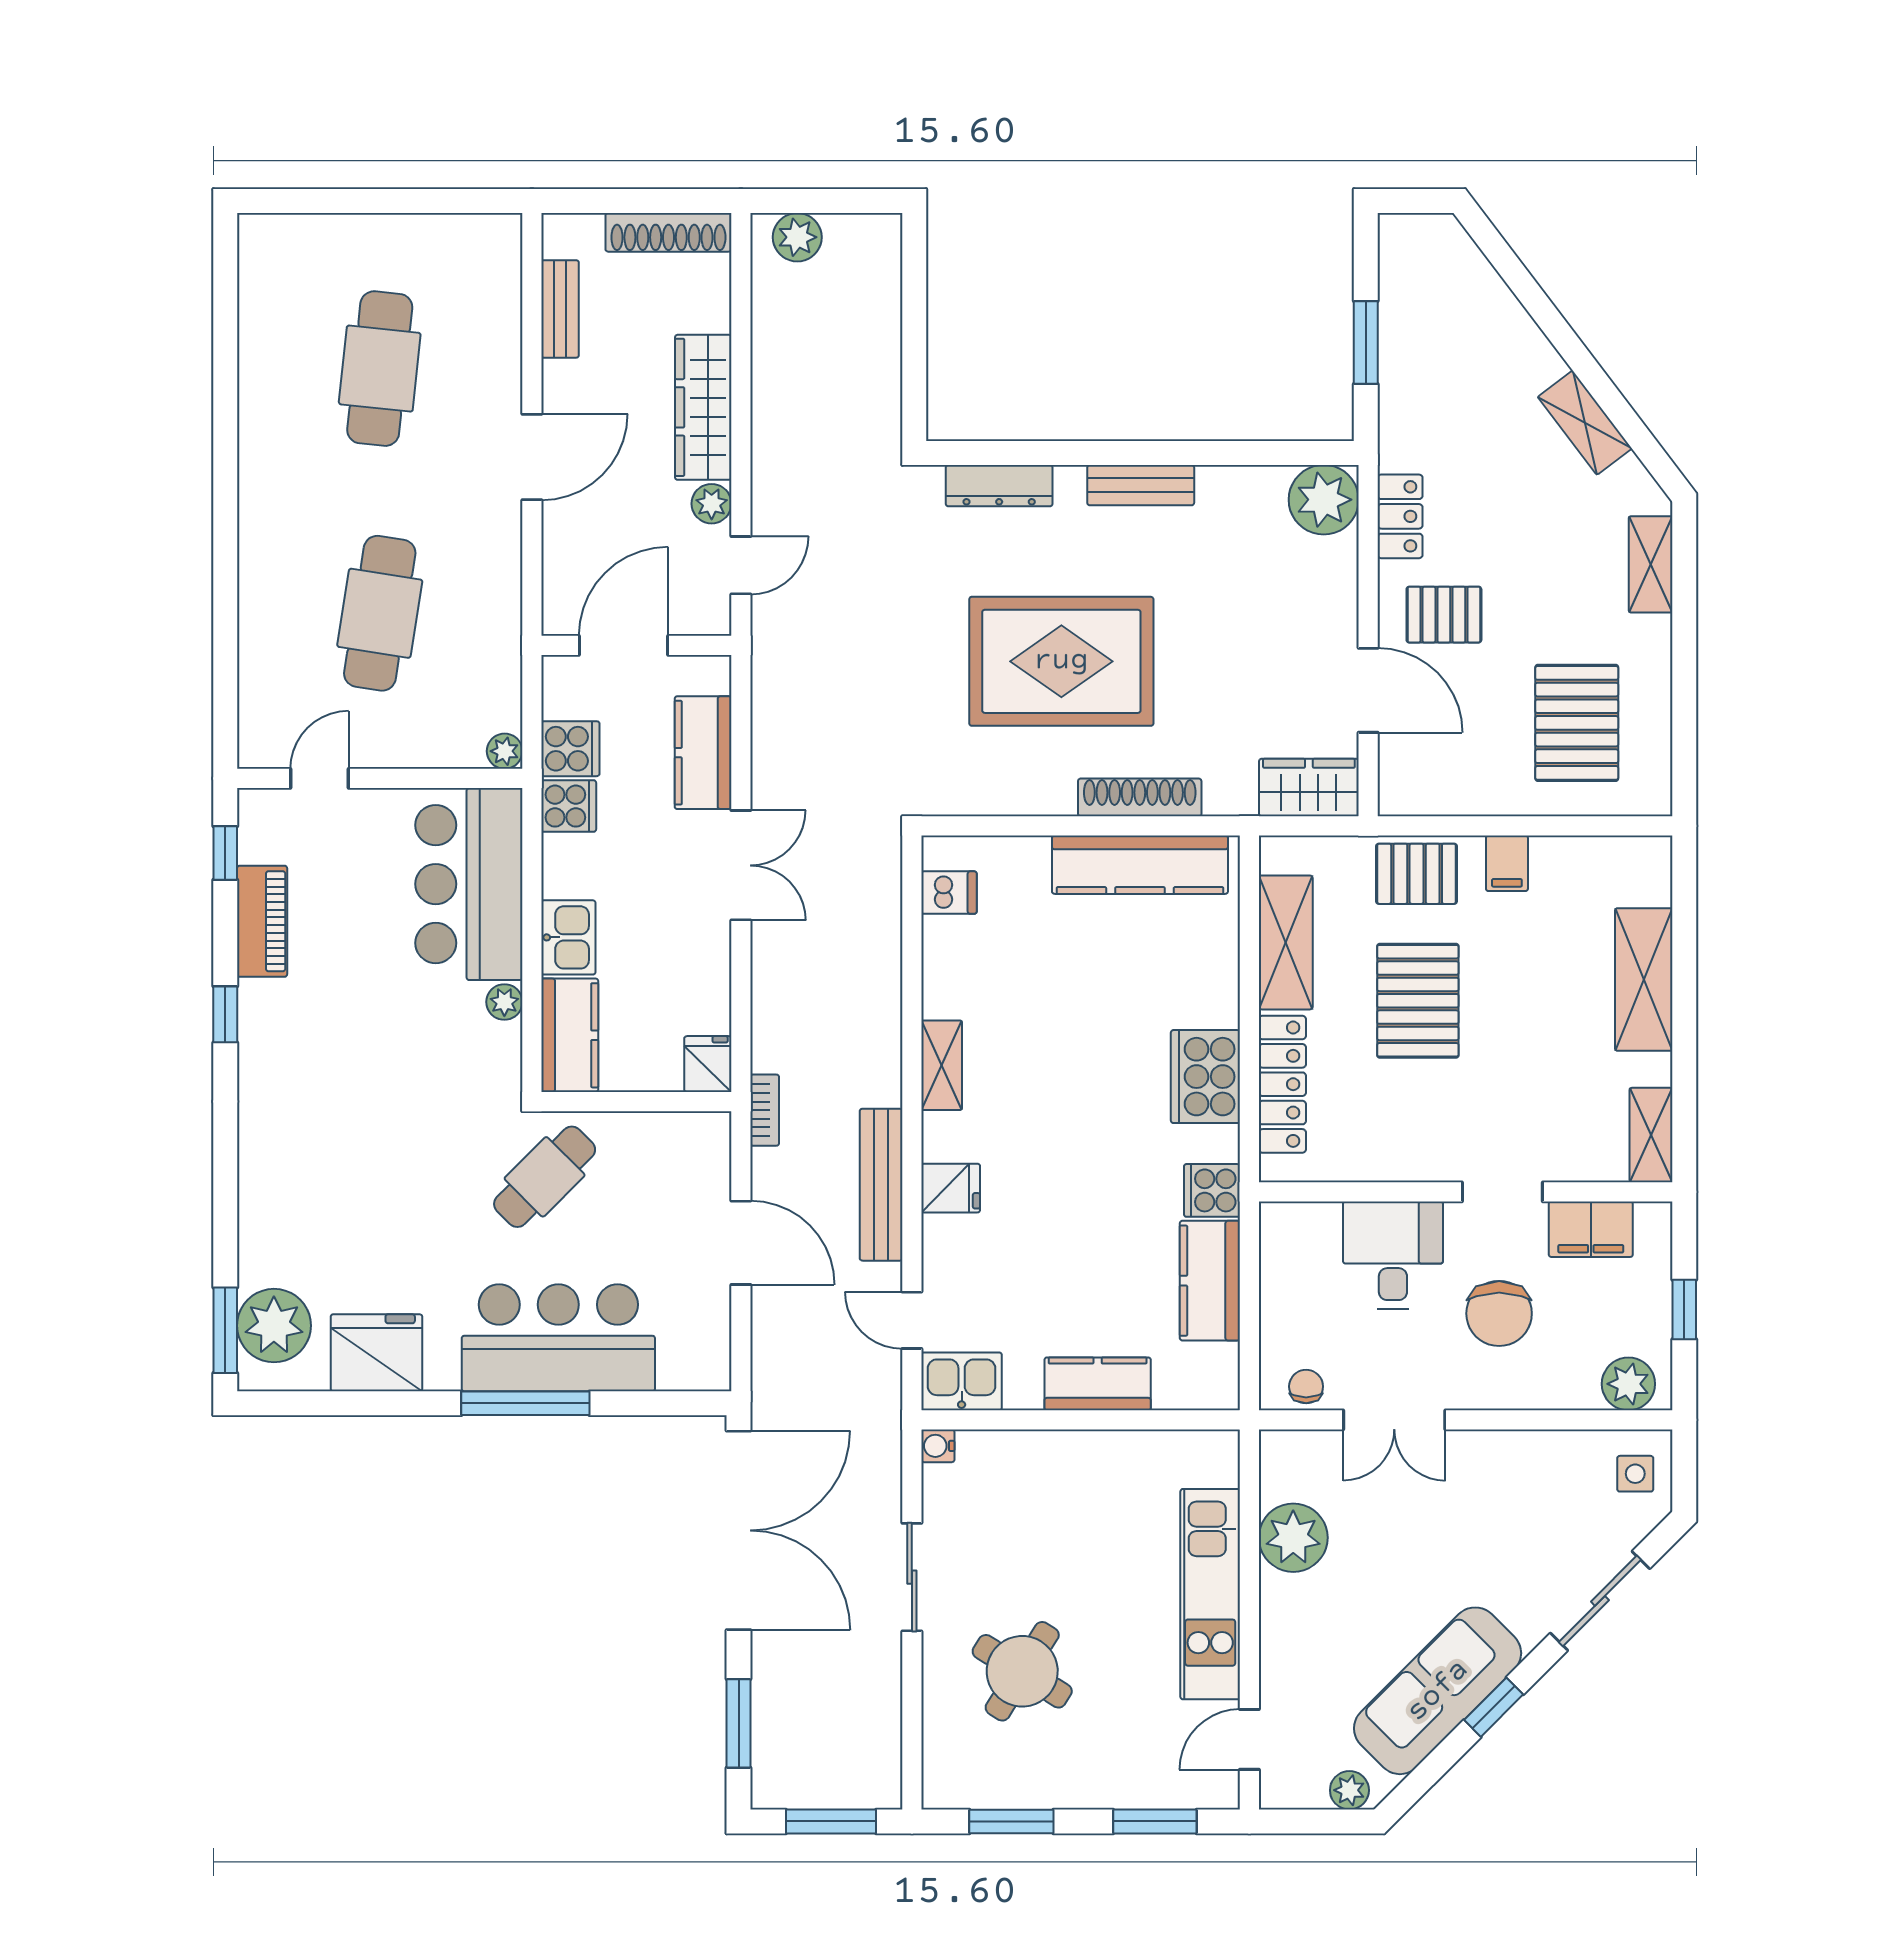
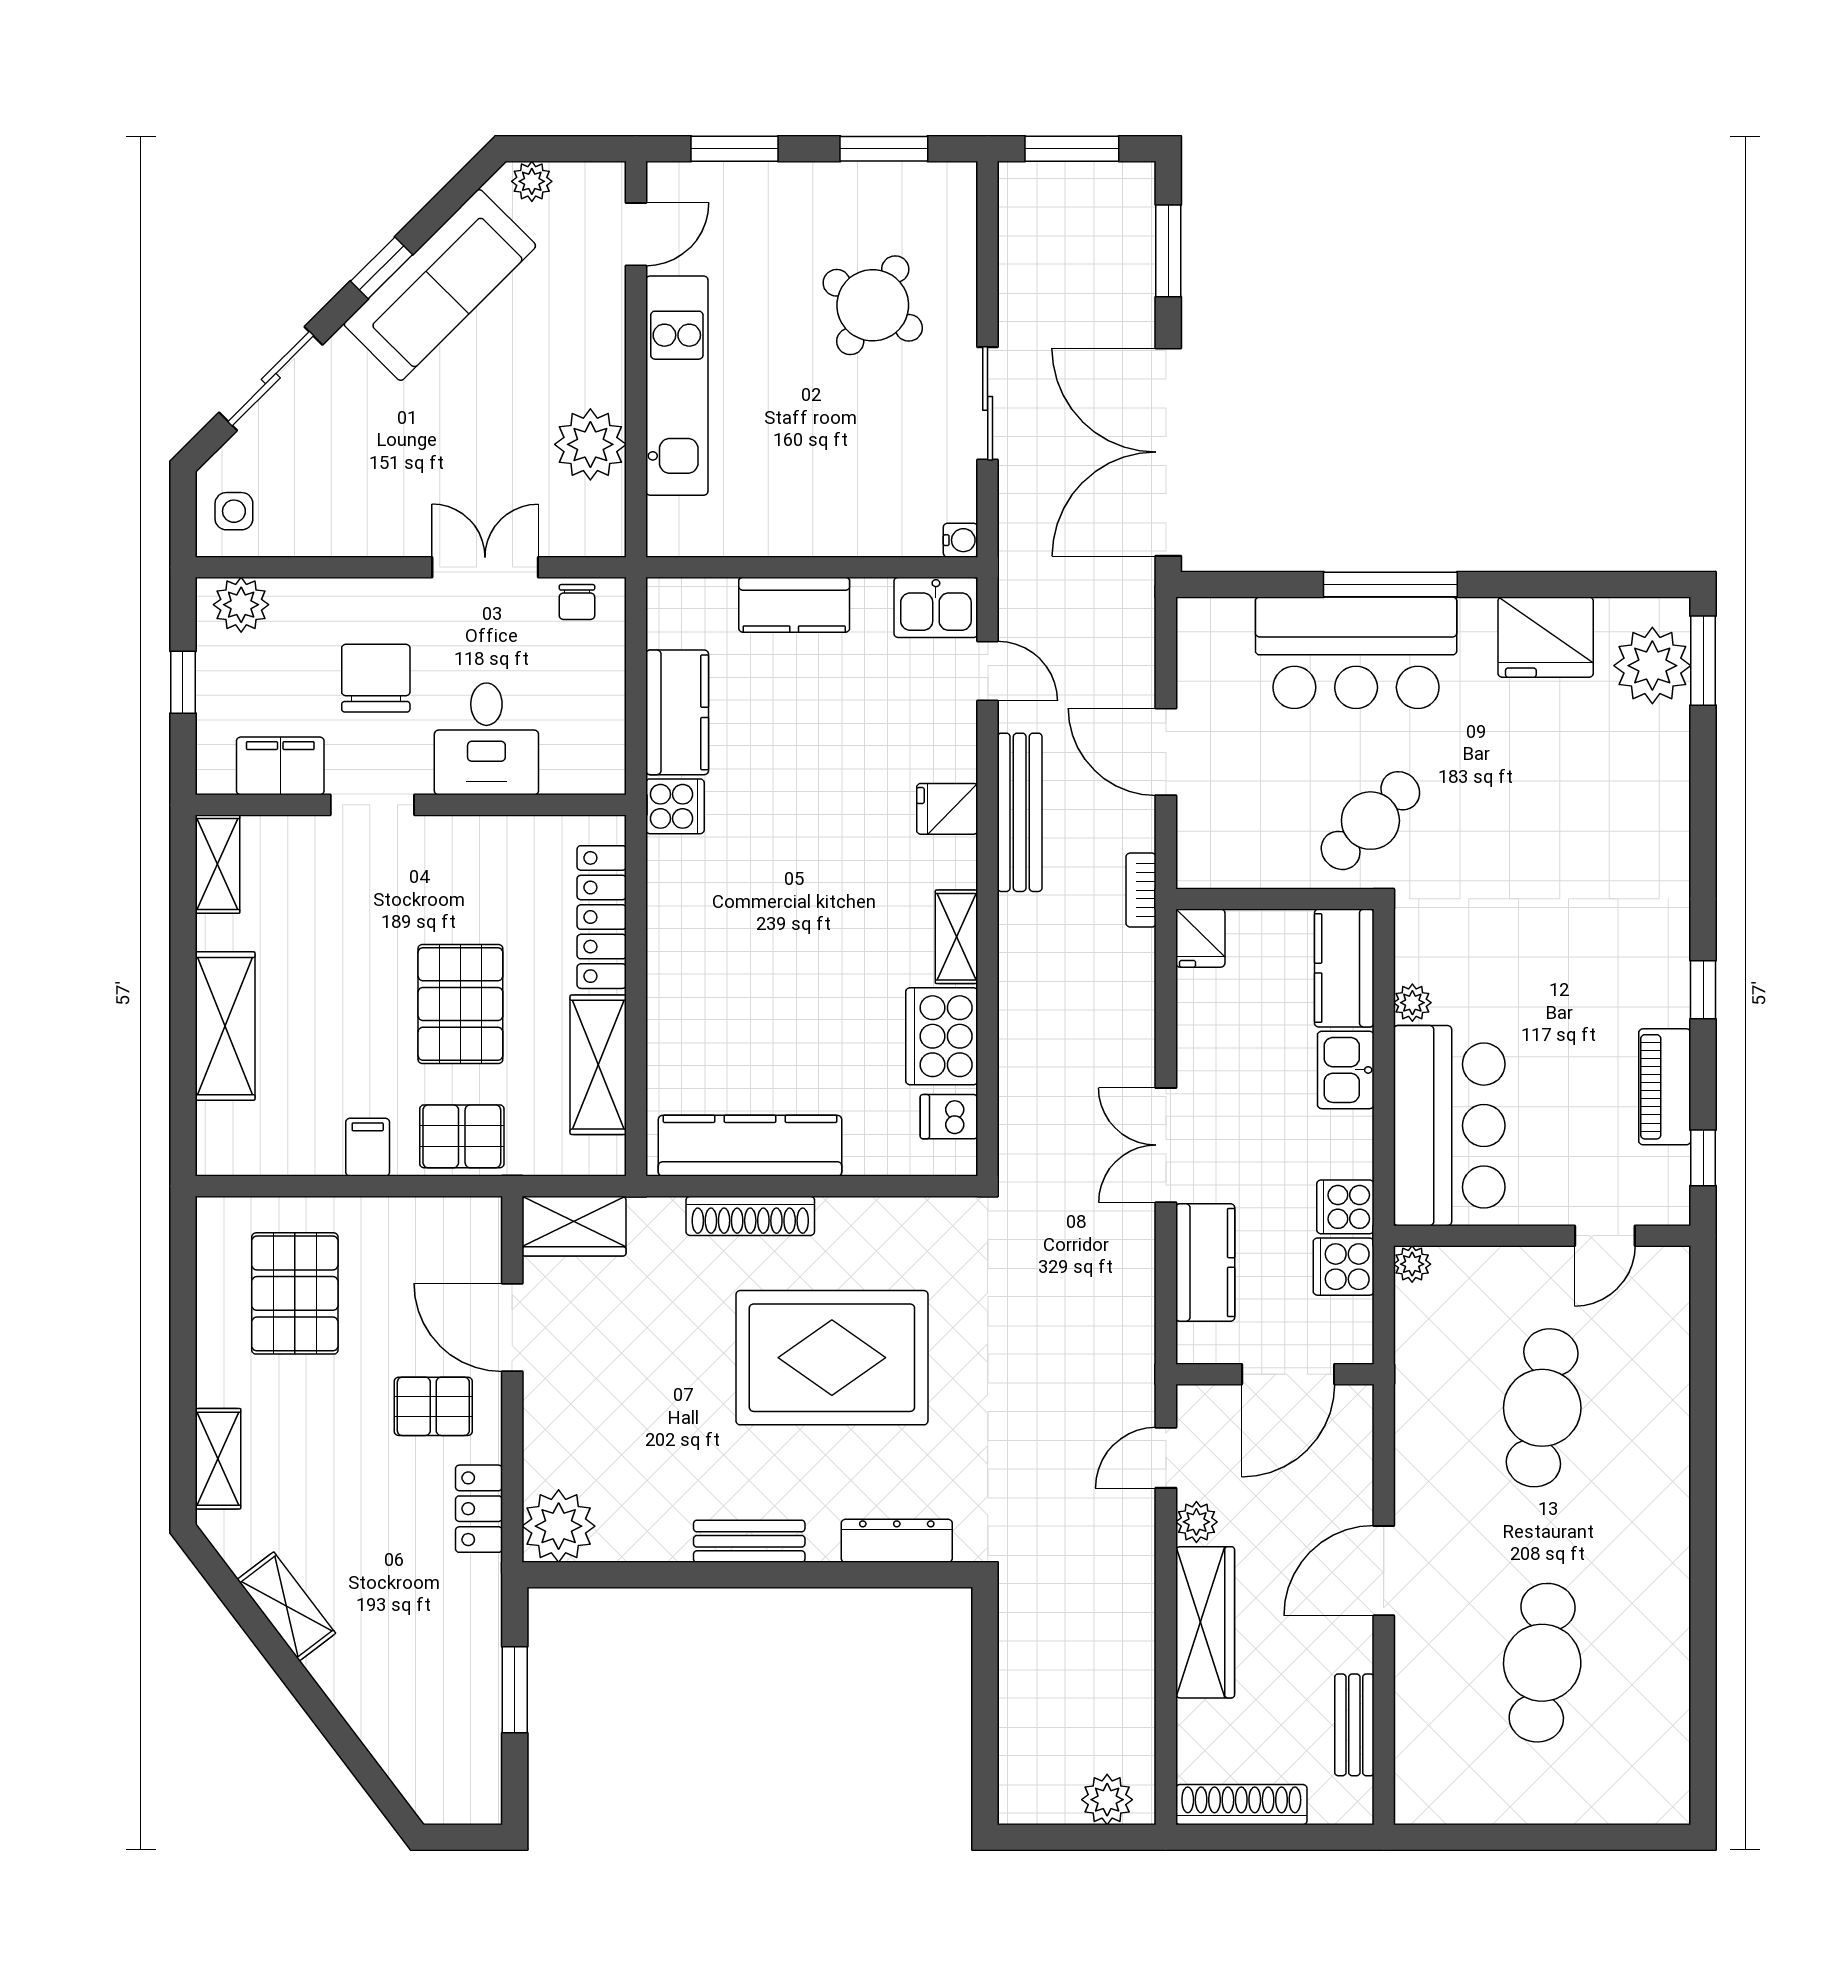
cooker: (1205, 1077) -> (942, 1036), moved, turned 180

